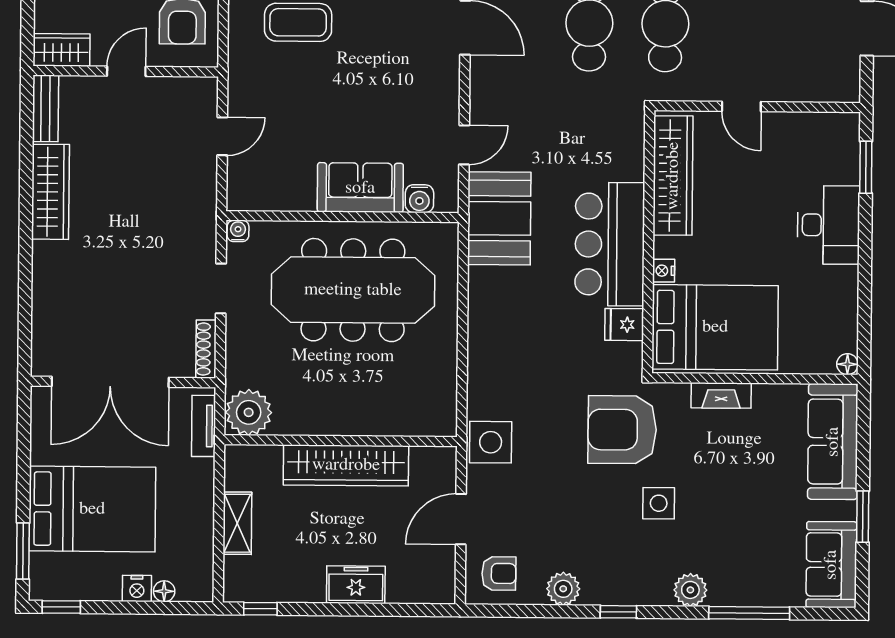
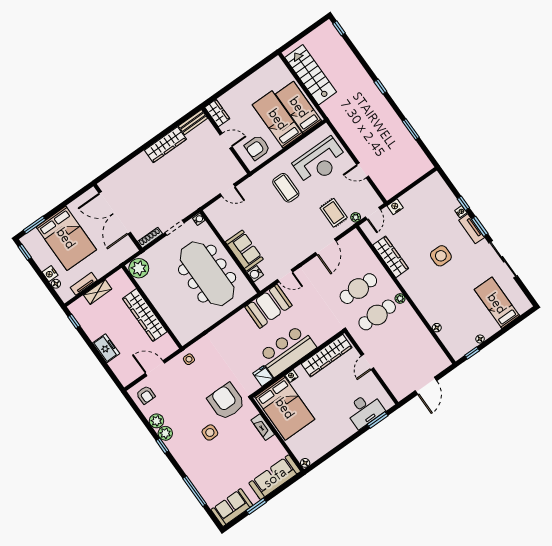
desk: (828, 225) -> (365, 410), moved
tv unit: (204, 426) -> (84, 284), moved
side table: (491, 442) -> (189, 359), width x0.54, depth x0.54
plant: (690, 590) -> (165, 433), moved

